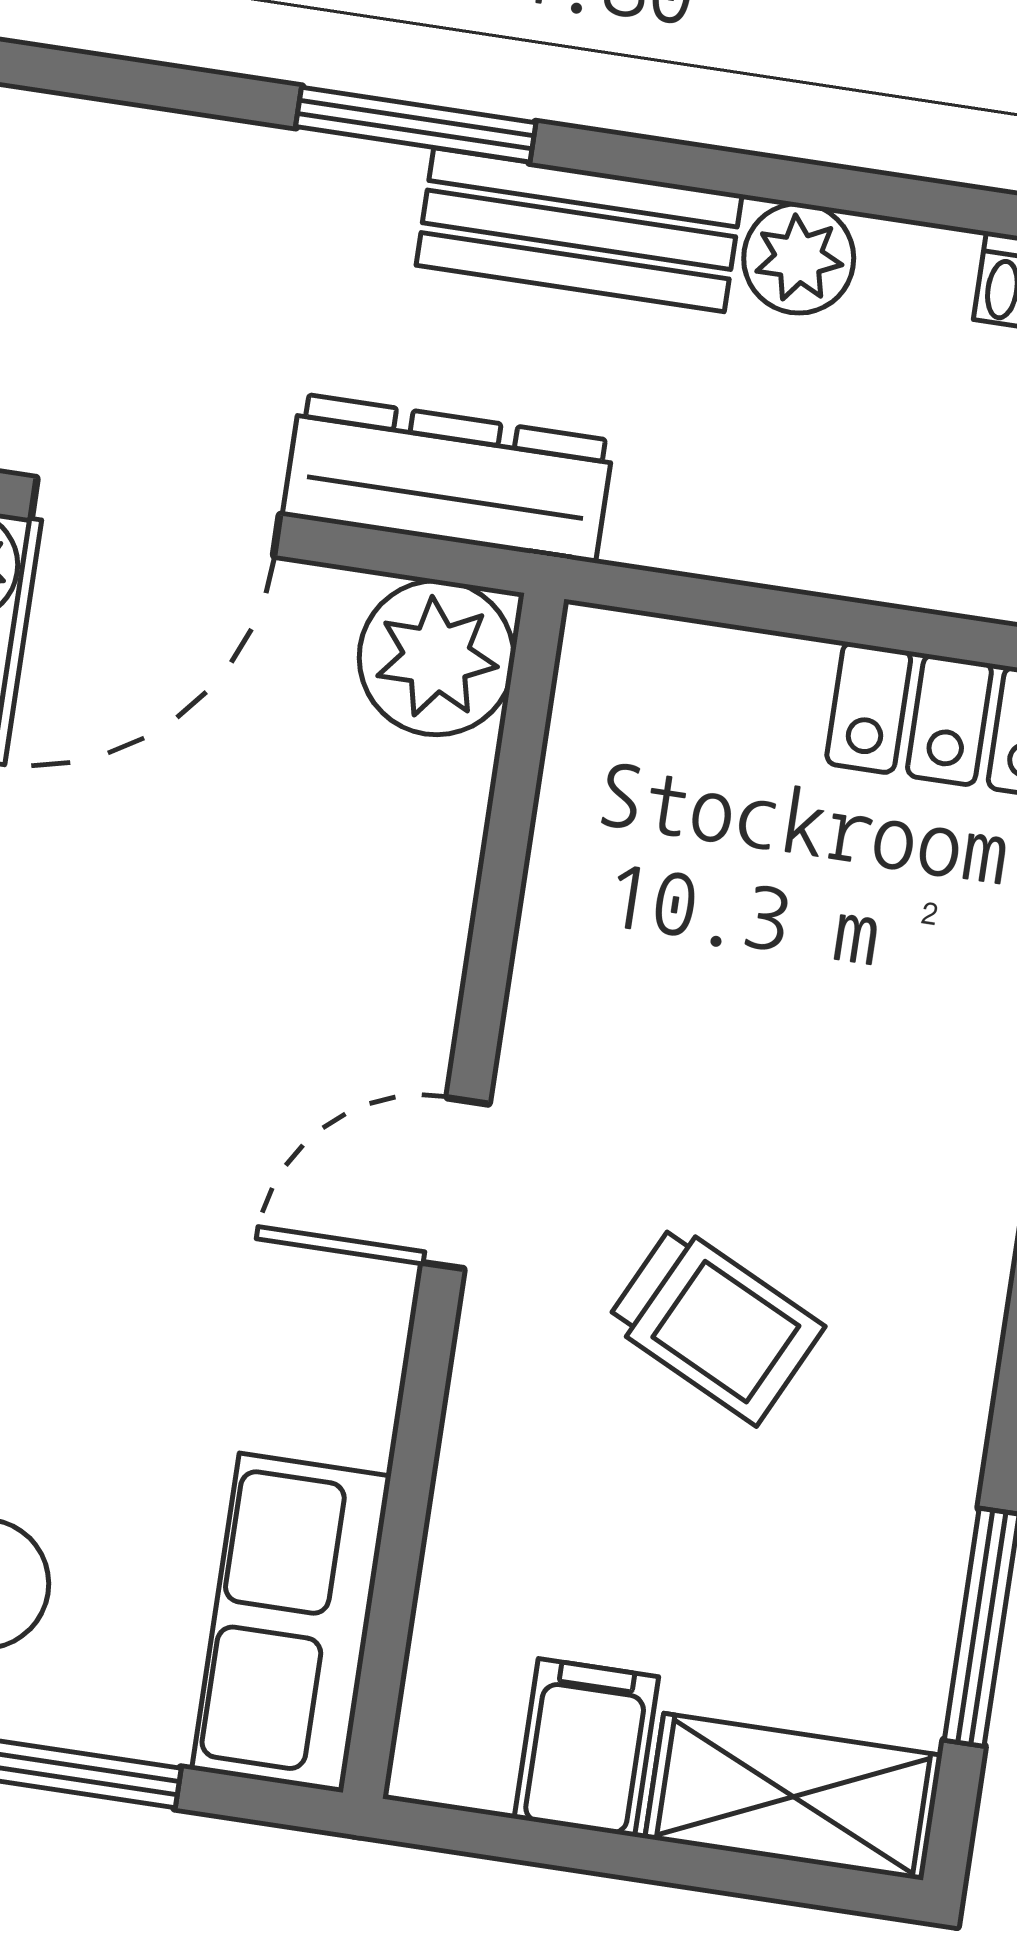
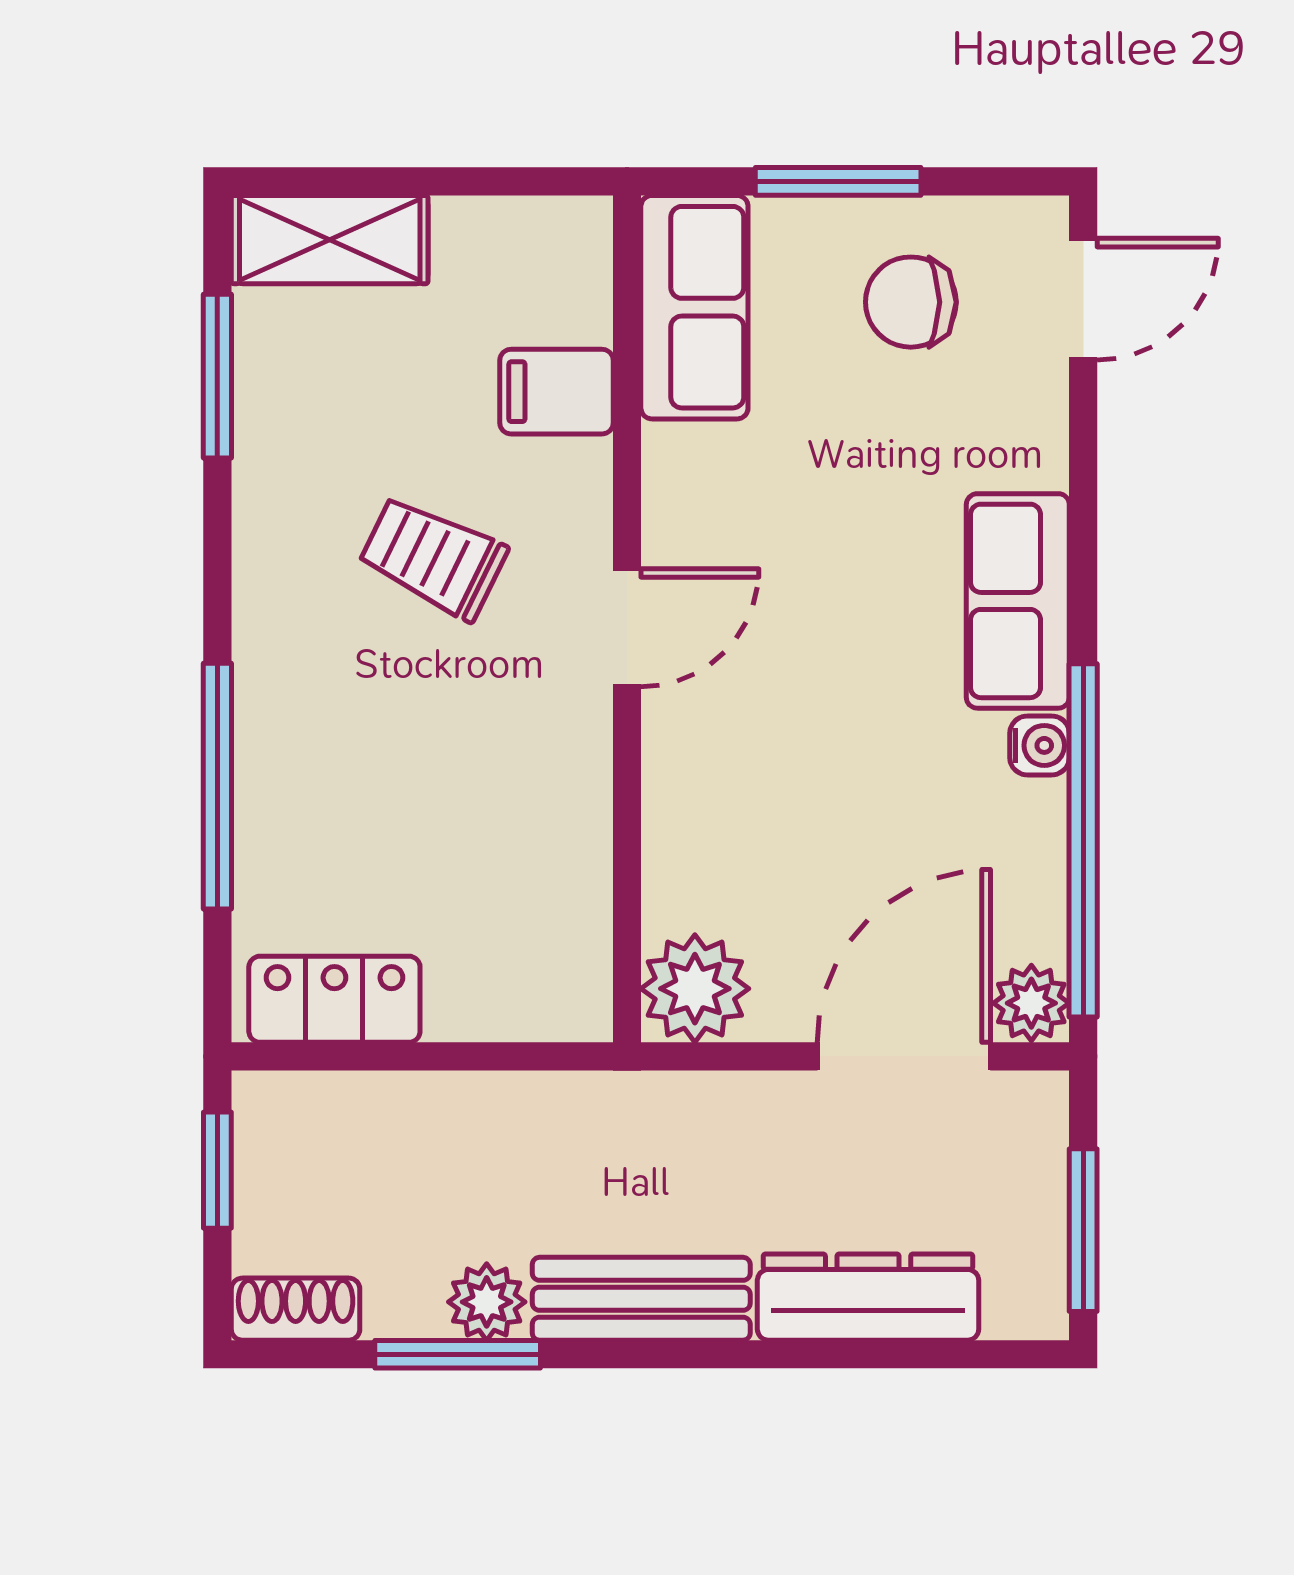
window: (416, 125) -> (458, 1354), moved
dresser: (448, 478) -> (868, 1297), moved, turned 180
filing cabinet: (586, 1748) -> (556, 392), moved, turned 90

